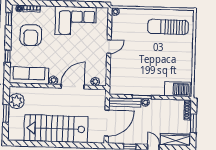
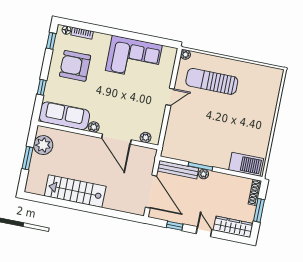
sun lounger: (168, 27) -> (212, 81), moved
armchair: (31, 35) -> (75, 66), turned 90
door: (73, 87) -> (116, 139), swing flipped
door: (107, 123) -> (151, 192), hinge flipped
stairs: (56, 129) -> (75, 191), width x0.73, depth x0.66

